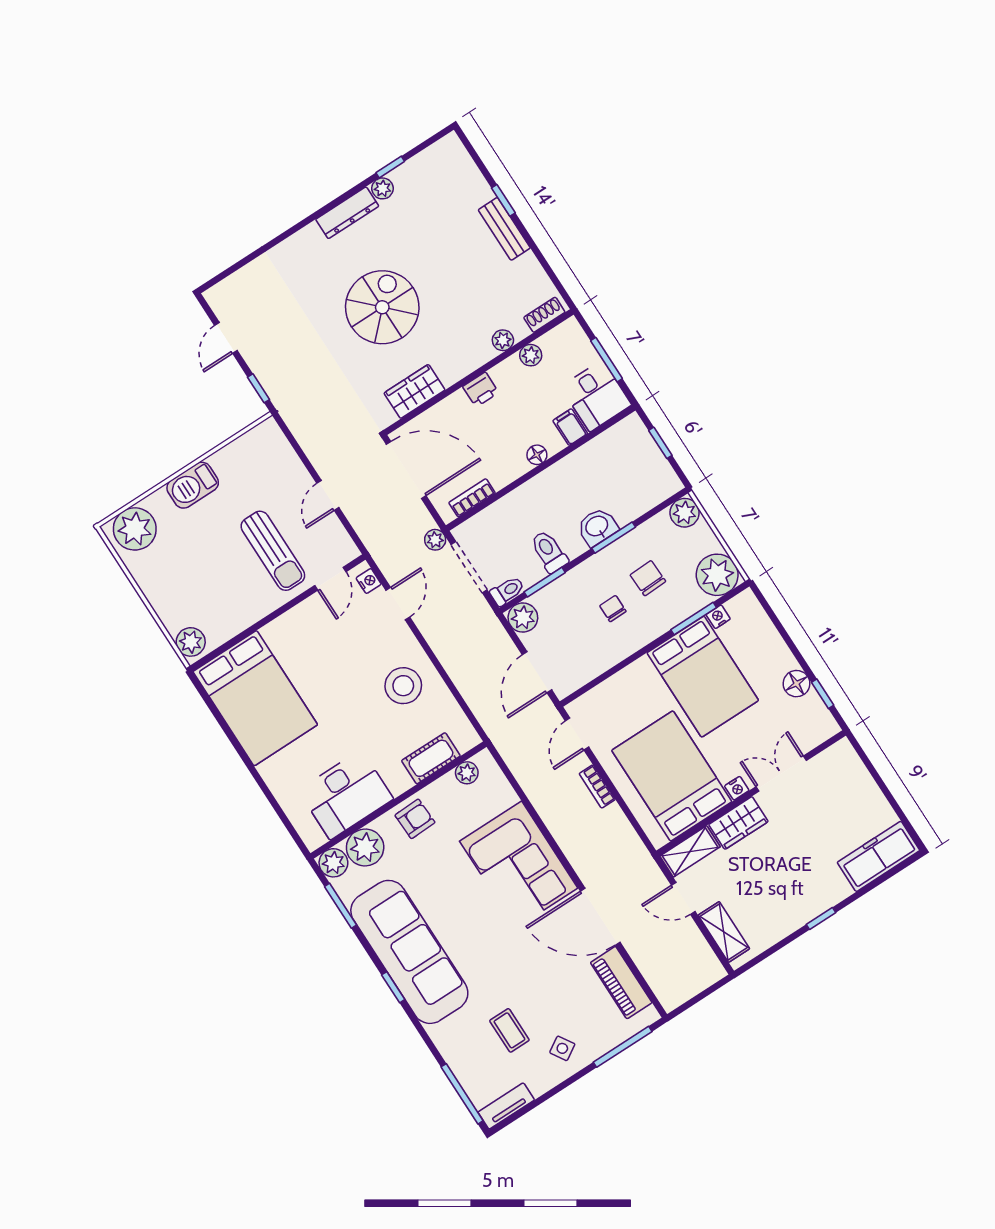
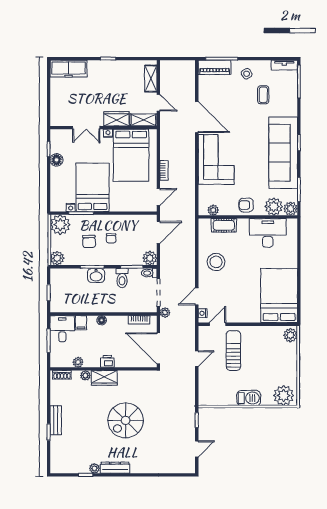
wardrobe: (415, 391) -> (104, 378), moved
piano: (621, 983) -> (215, 67), moved, turned 90

